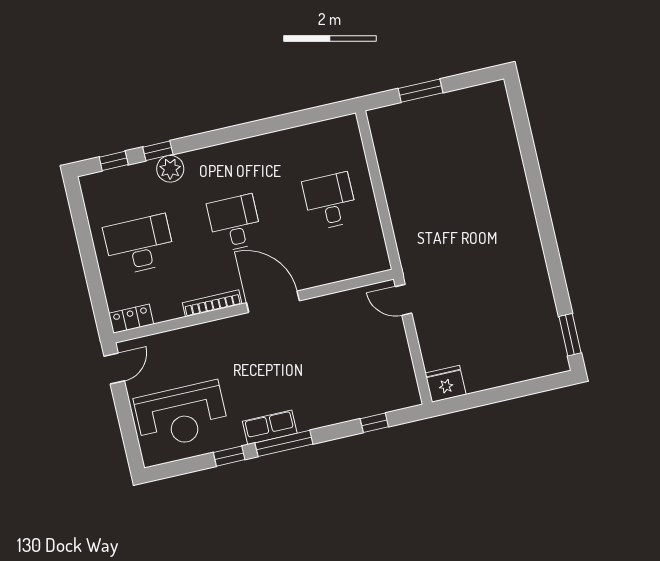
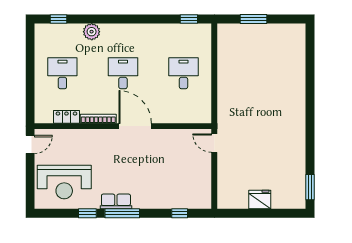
window: (158, 151) -> (189, 19), moved
desk: (139, 245) -> (62, 73), width x0.73
locker: (131, 319) -> (66, 117), moved
fridge: (446, 384) -> (260, 200), moved

